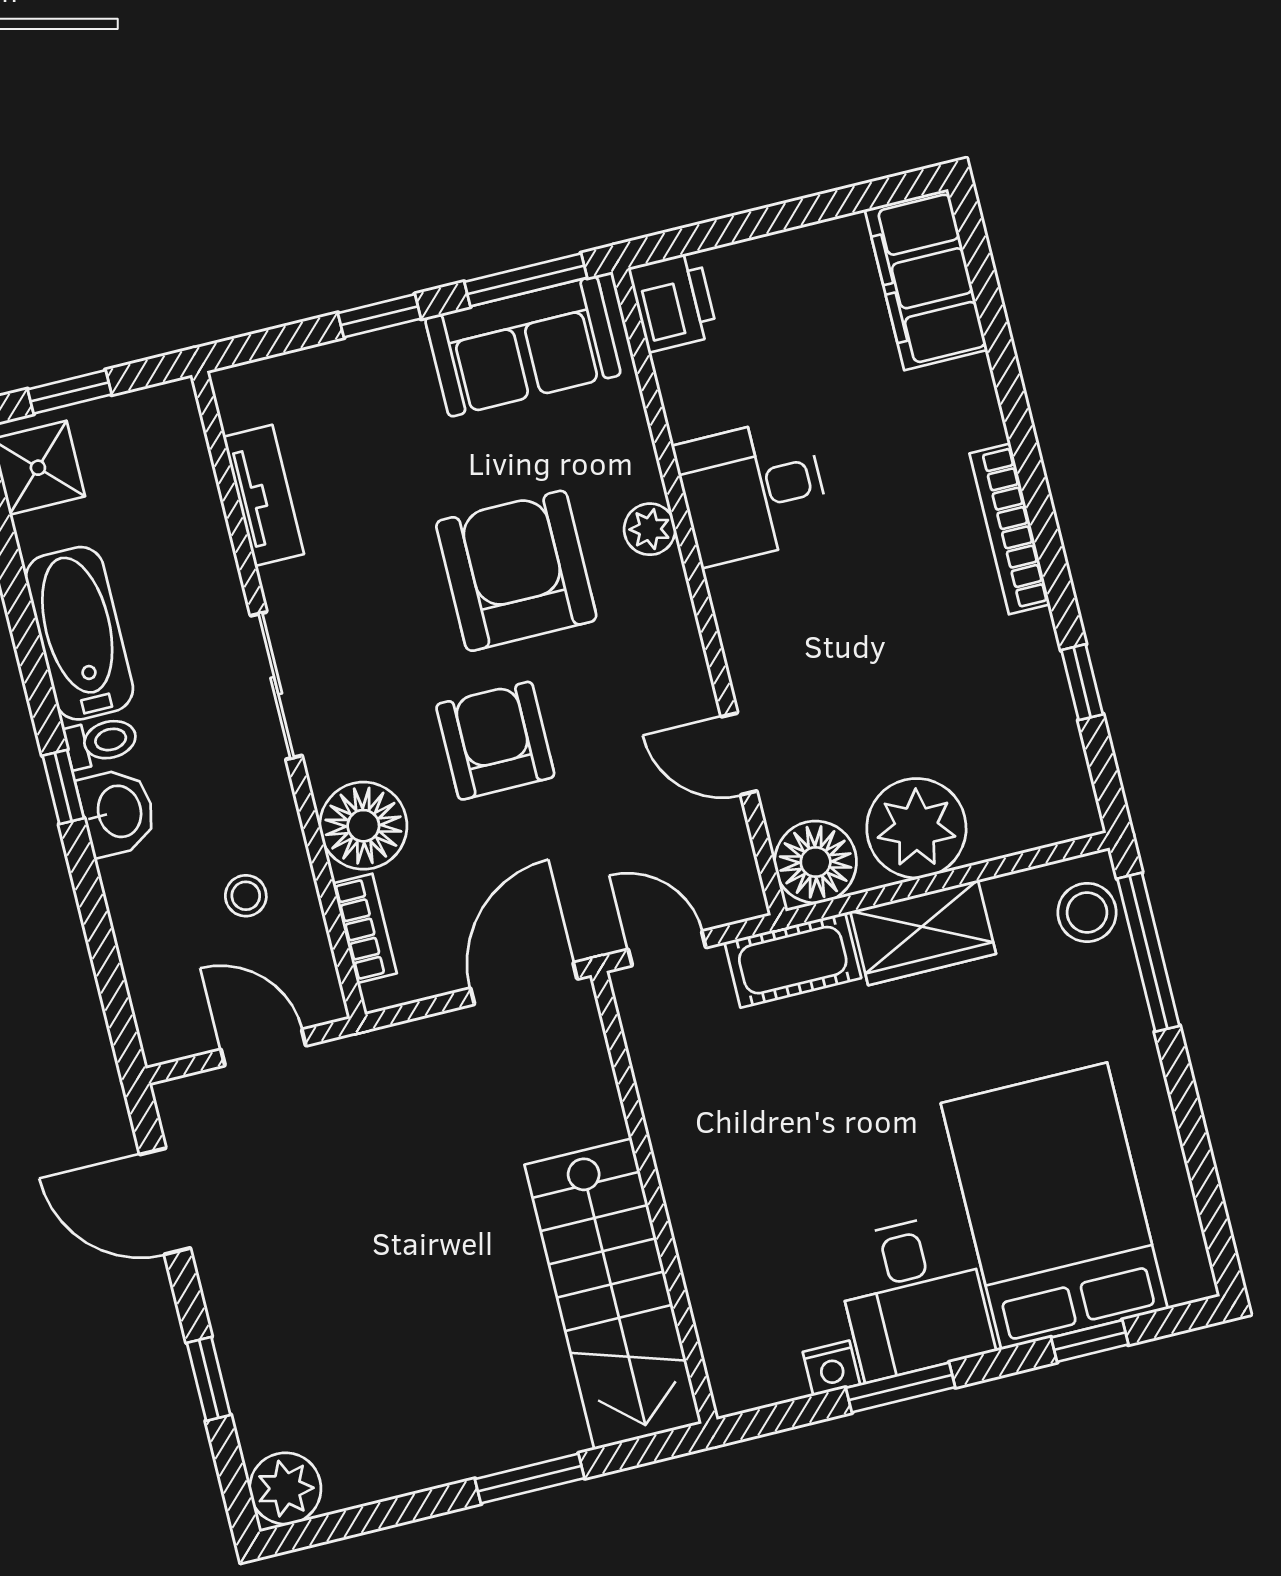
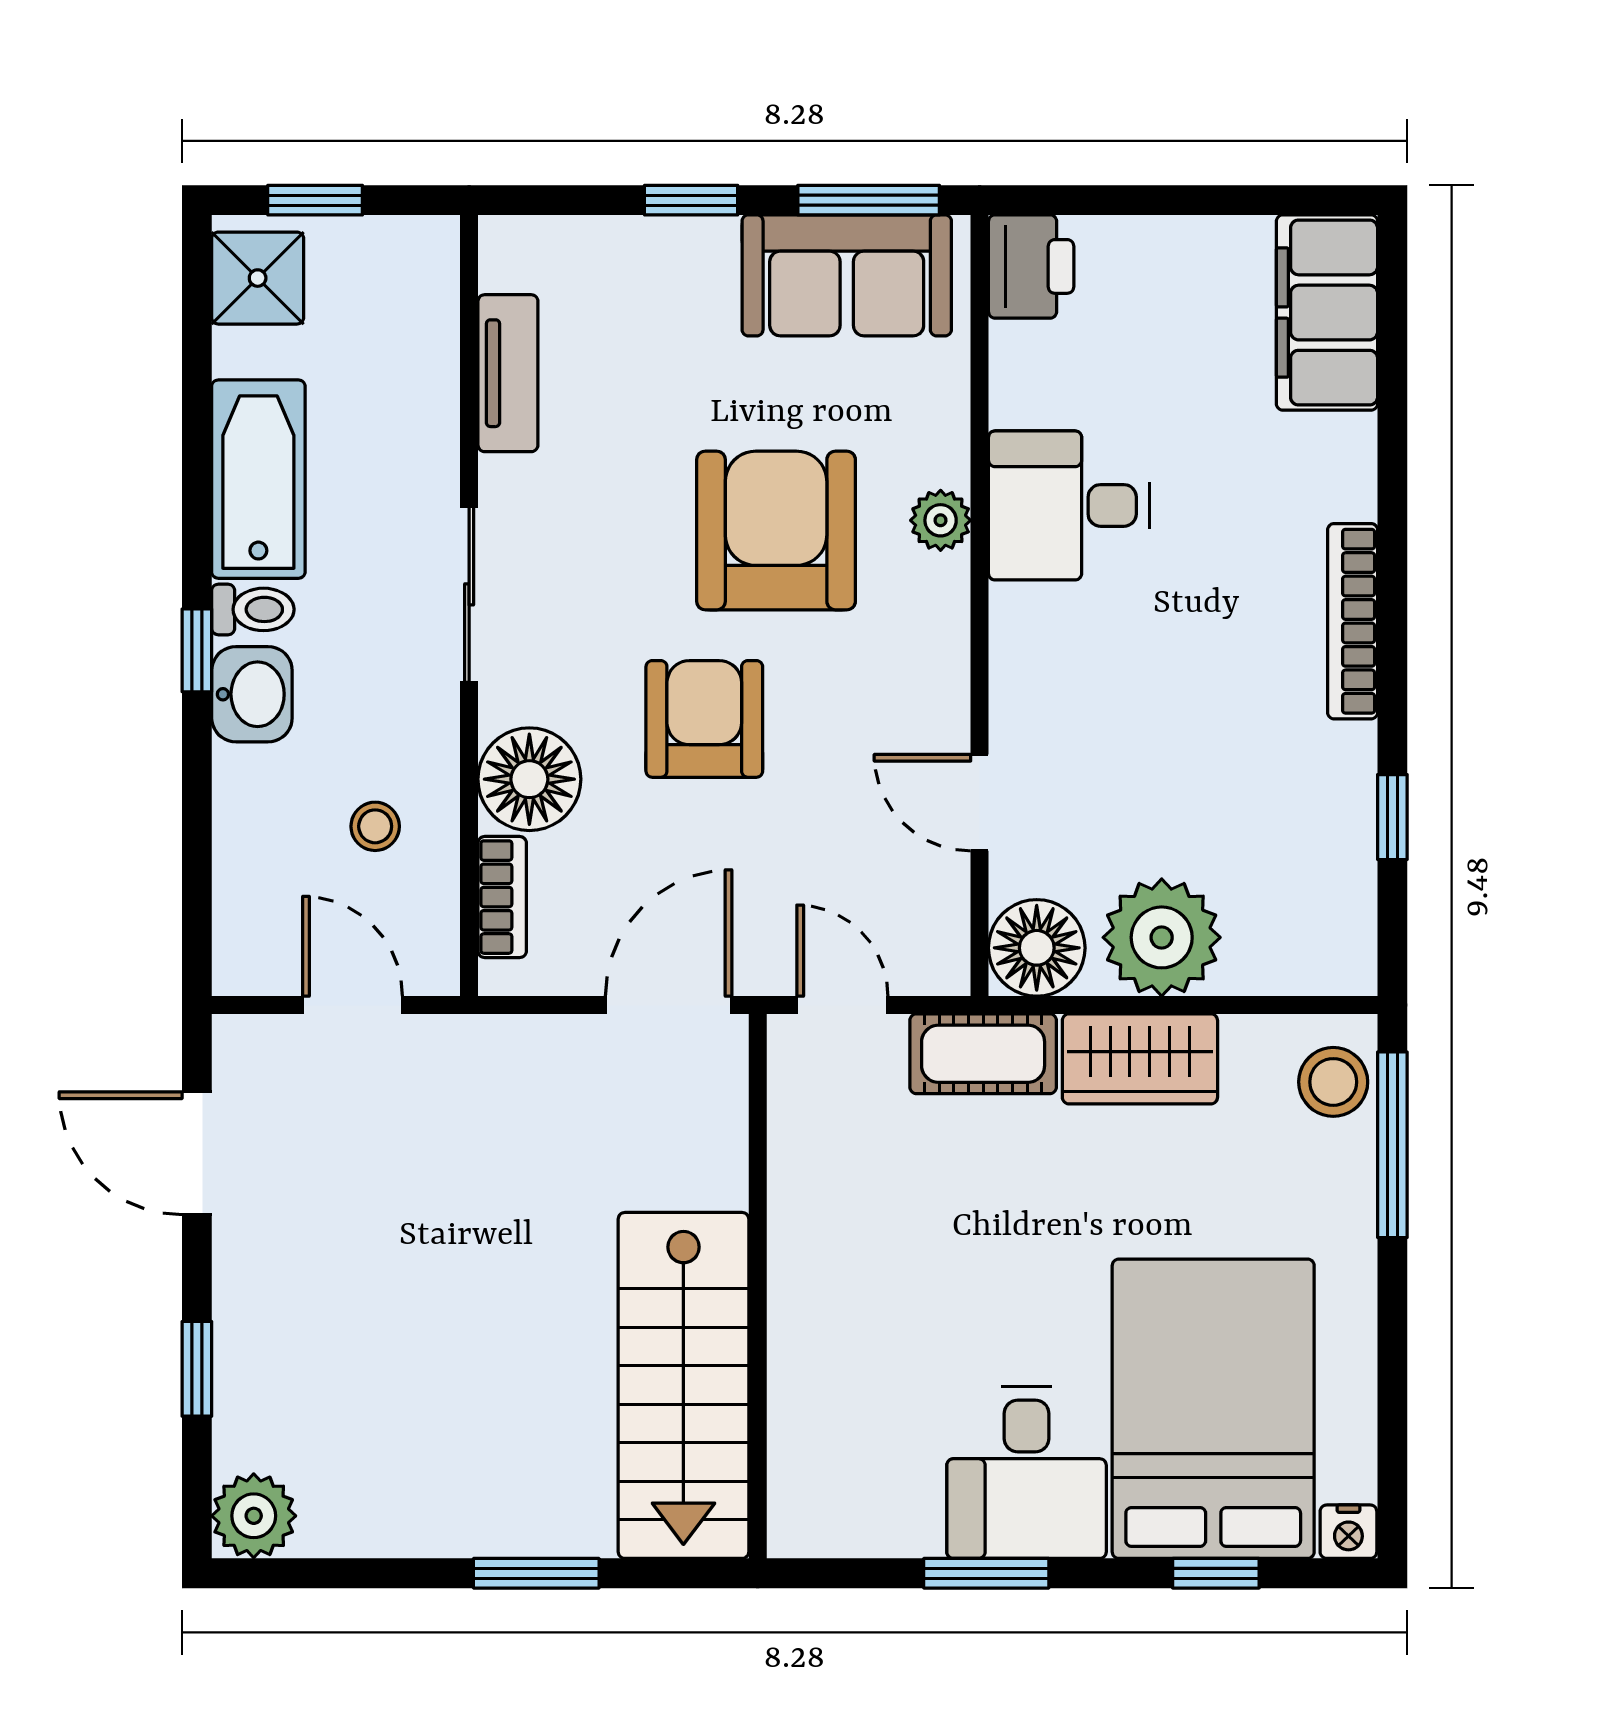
nightstand: (831, 1368) -> (1348, 1532), moved

